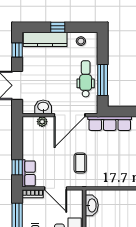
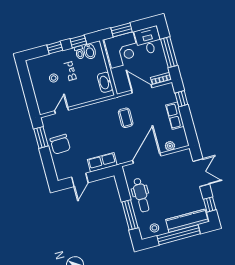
window: (58, 27) -> (179, 235), width x3.17
window: (103, 80) -> (130, 215), moved
washbasin: (43, 107) -> (173, 159), removed
row of seats: (110, 123) -> (102, 162), width x0.68
row of seats: (29, 173) -> (175, 116), moved

